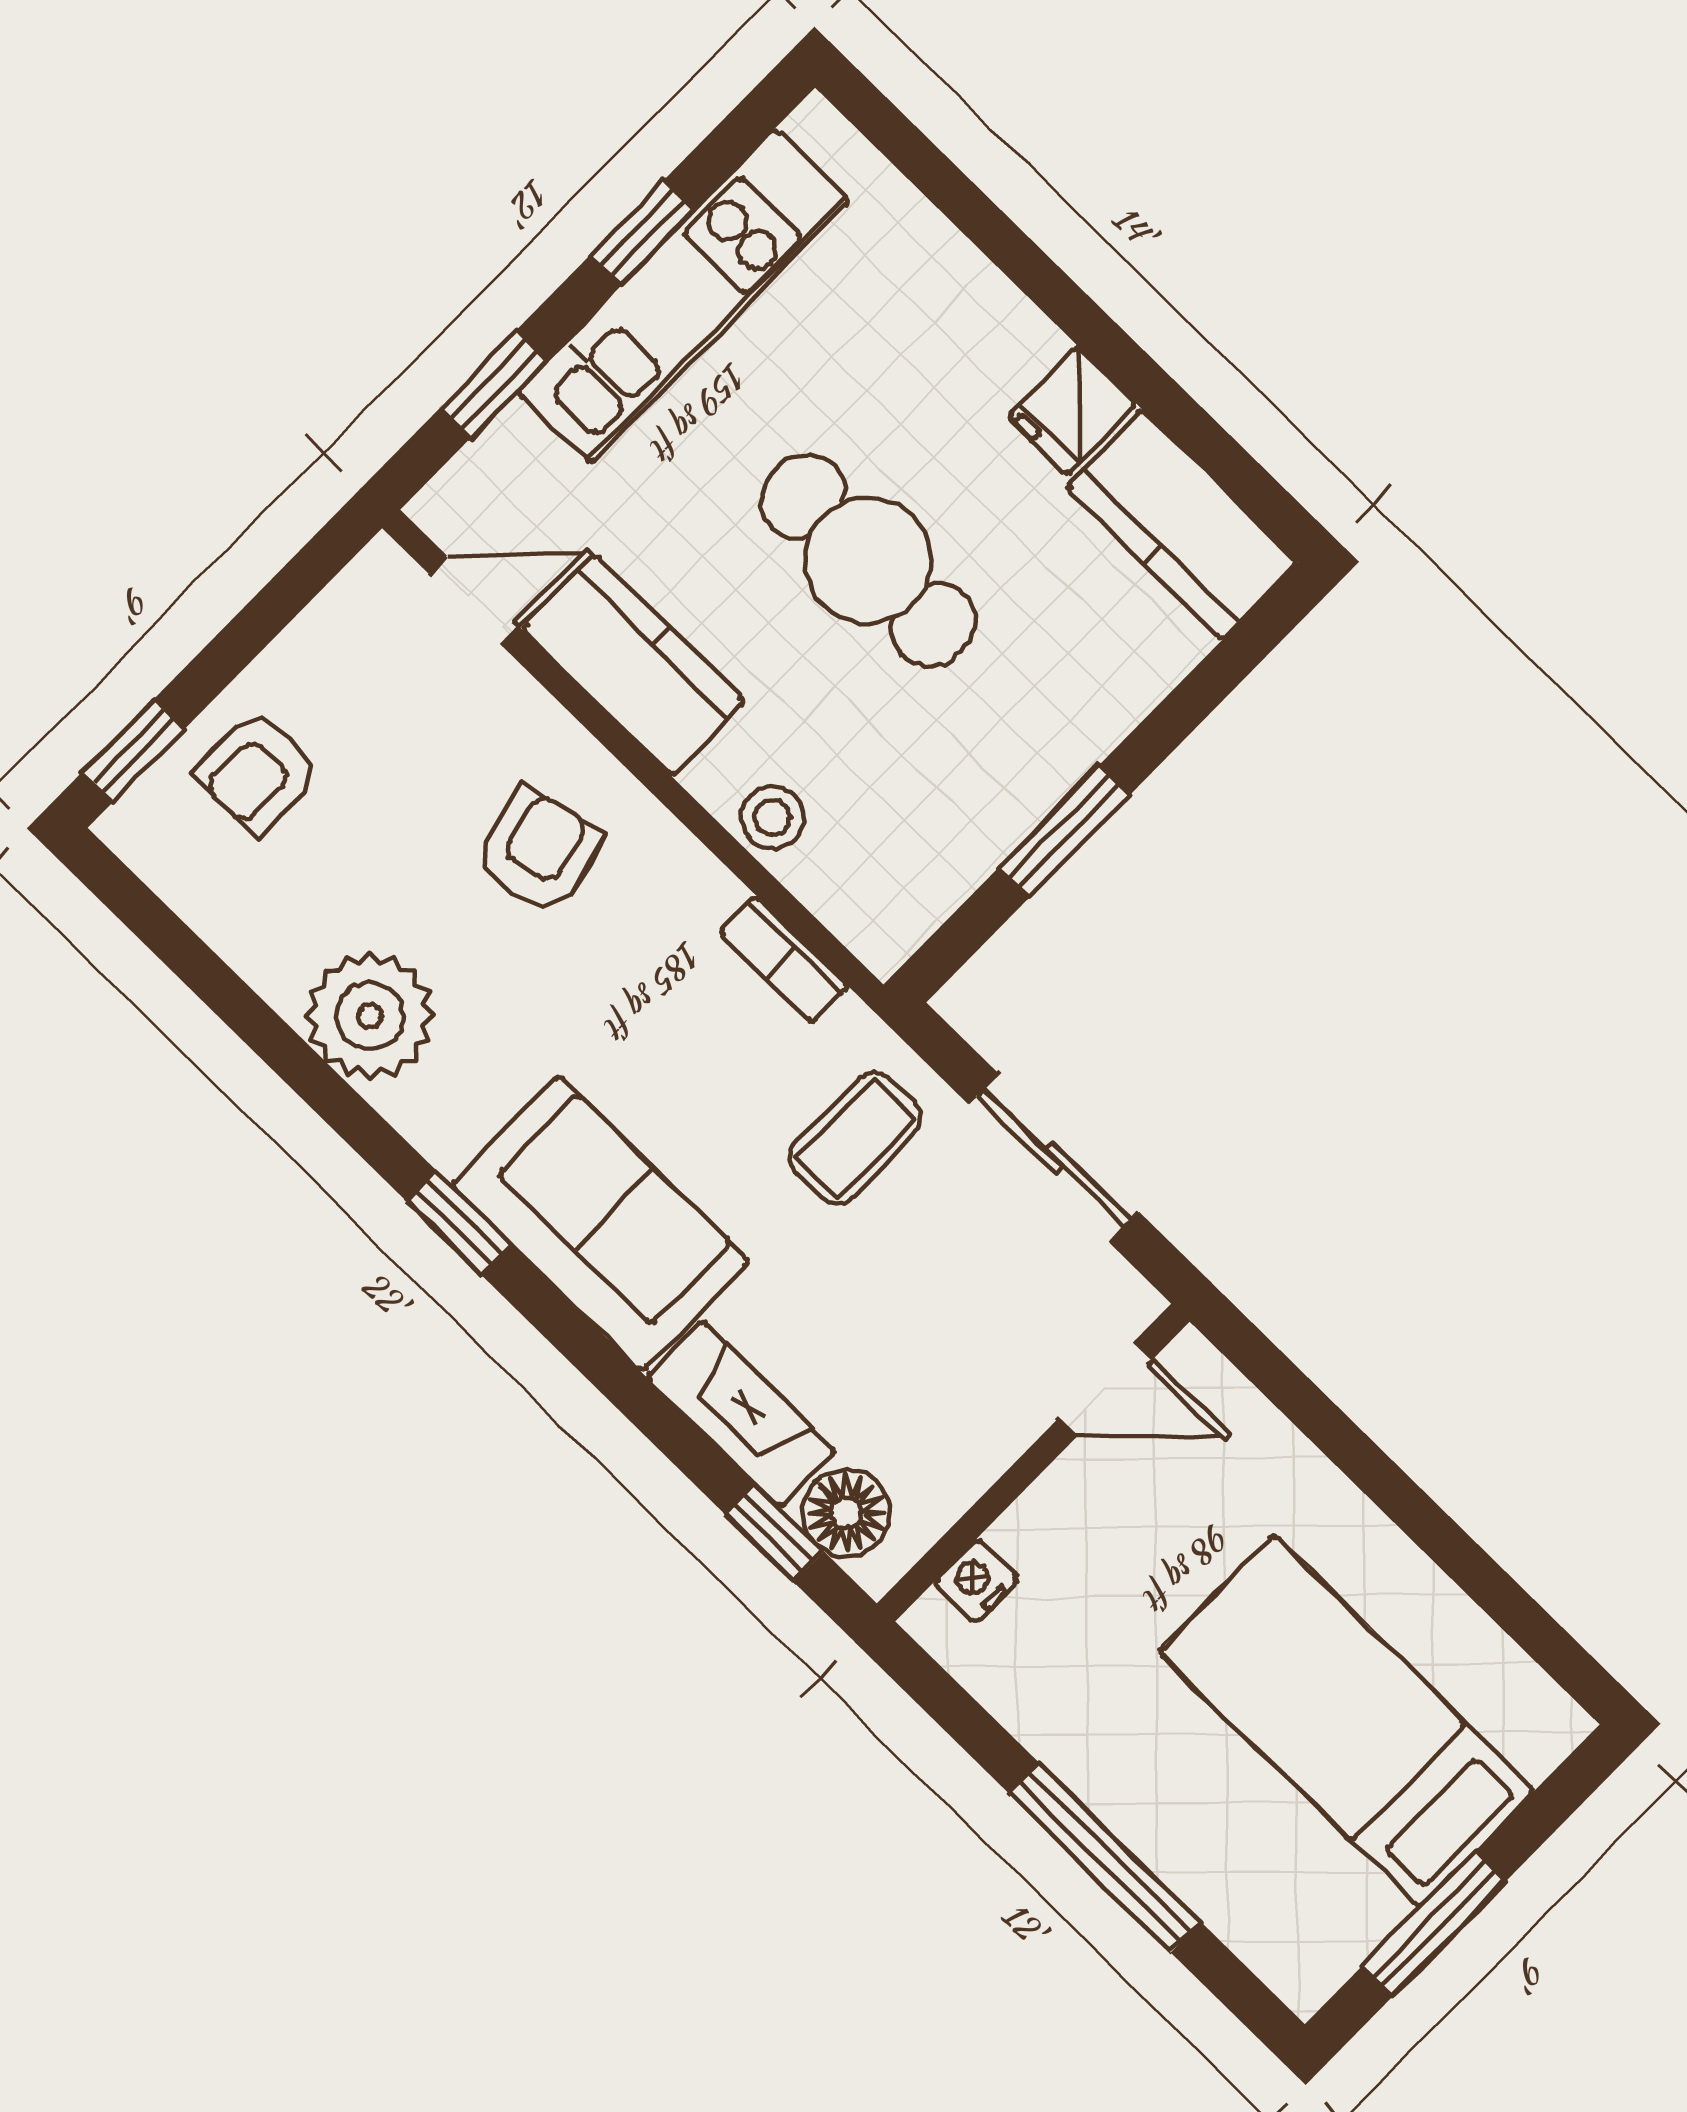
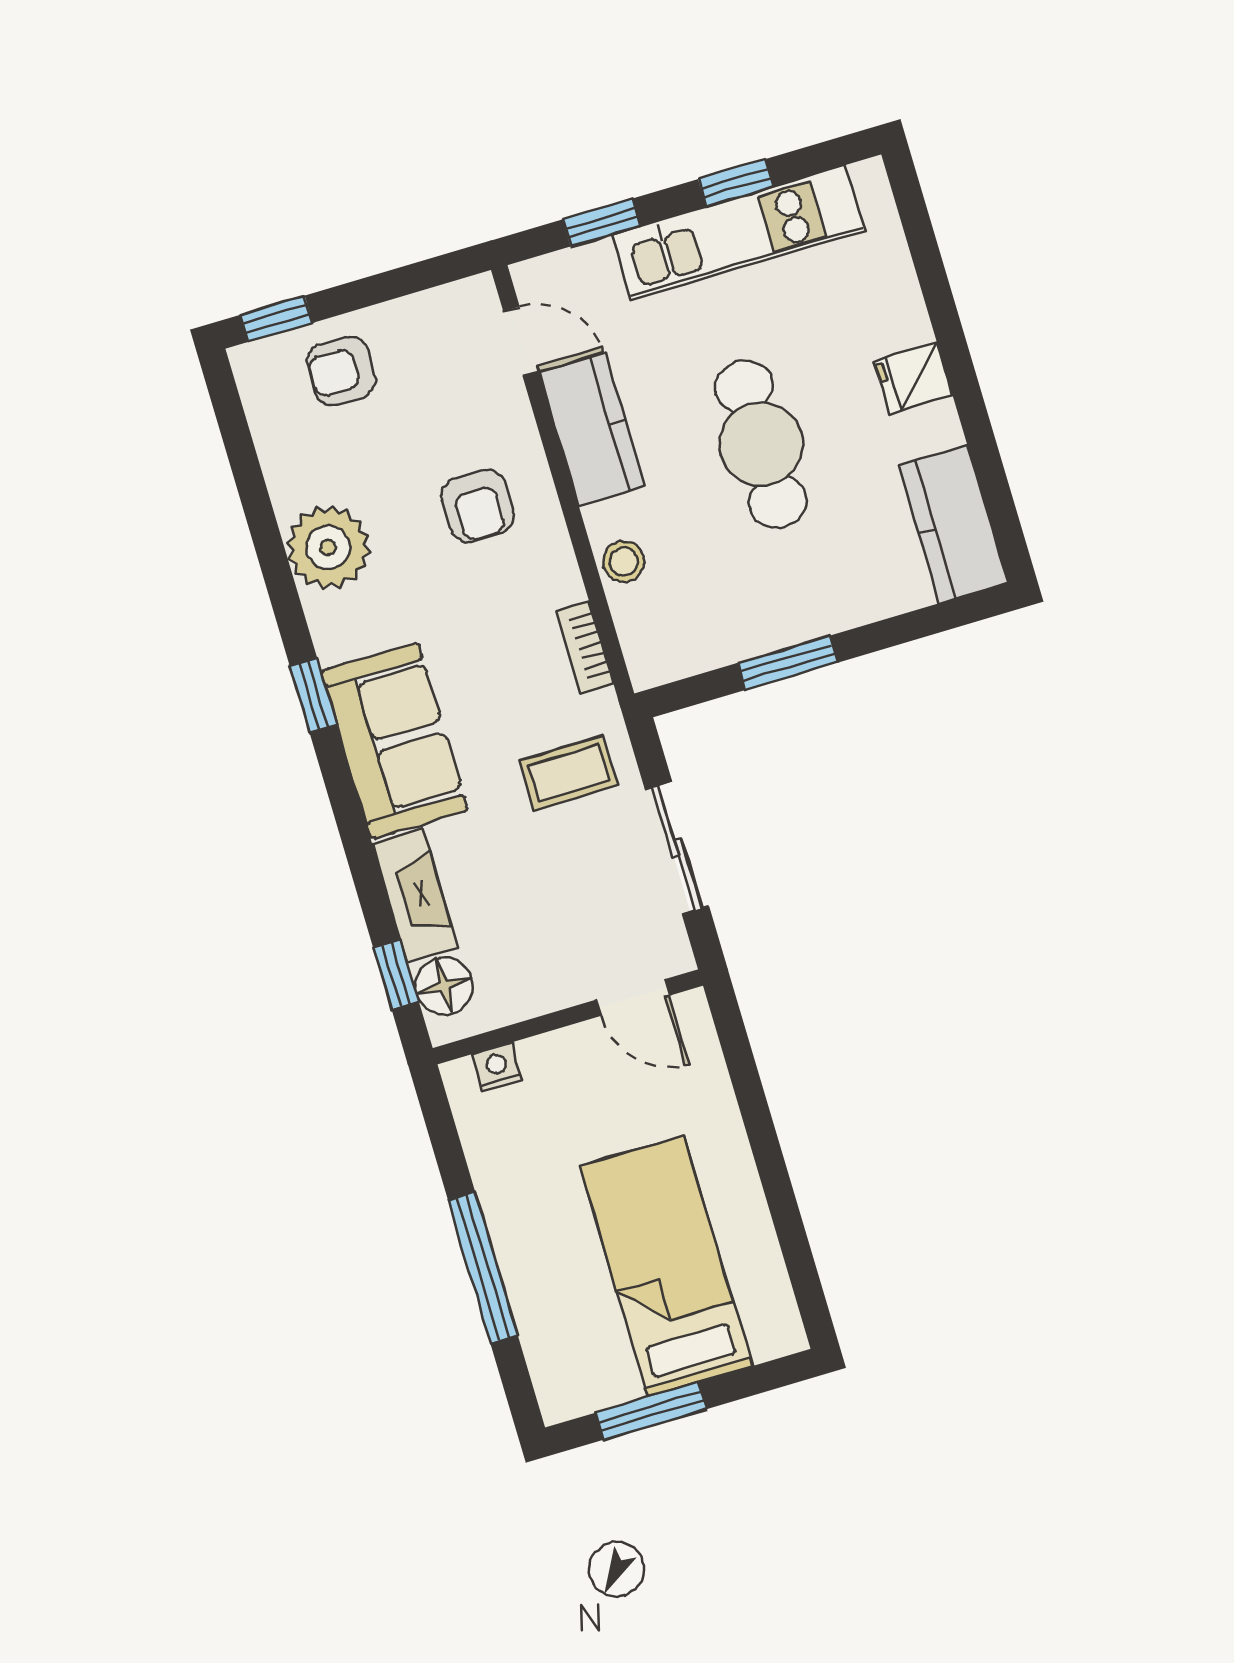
fridge: (1073, 411) -> (913, 378), moved
armchair: (538, 851) -> (478, 506), turned 103

